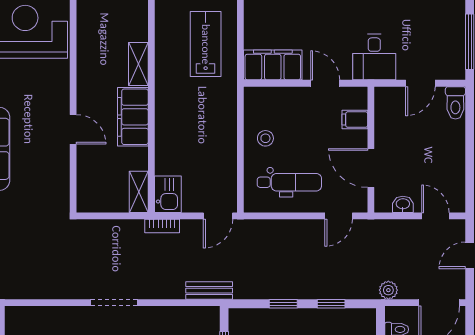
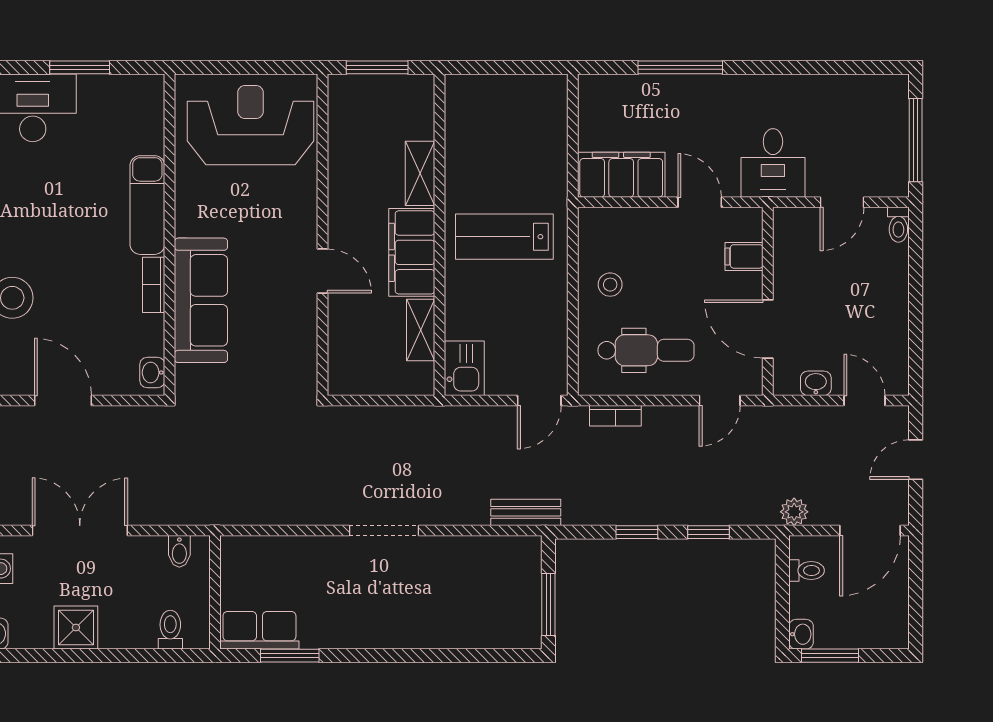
lab bench: (206, 44) -> (504, 237), moved, turned -90
toilet: (455, 103) -> (898, 225), width x0.73, depth x0.72
shelving: (139, 192) -> (421, 330), moved
bookcase: (162, 226) -> (615, 416), moved

